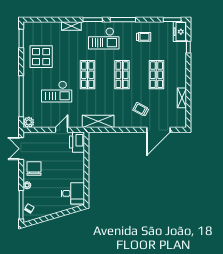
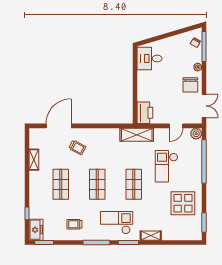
checkout: (57, 92) -> (166, 166), turned -90
shelving: (98, 121) -> (137, 135), moved
door: (61, 130) -> (176, 126), moved

